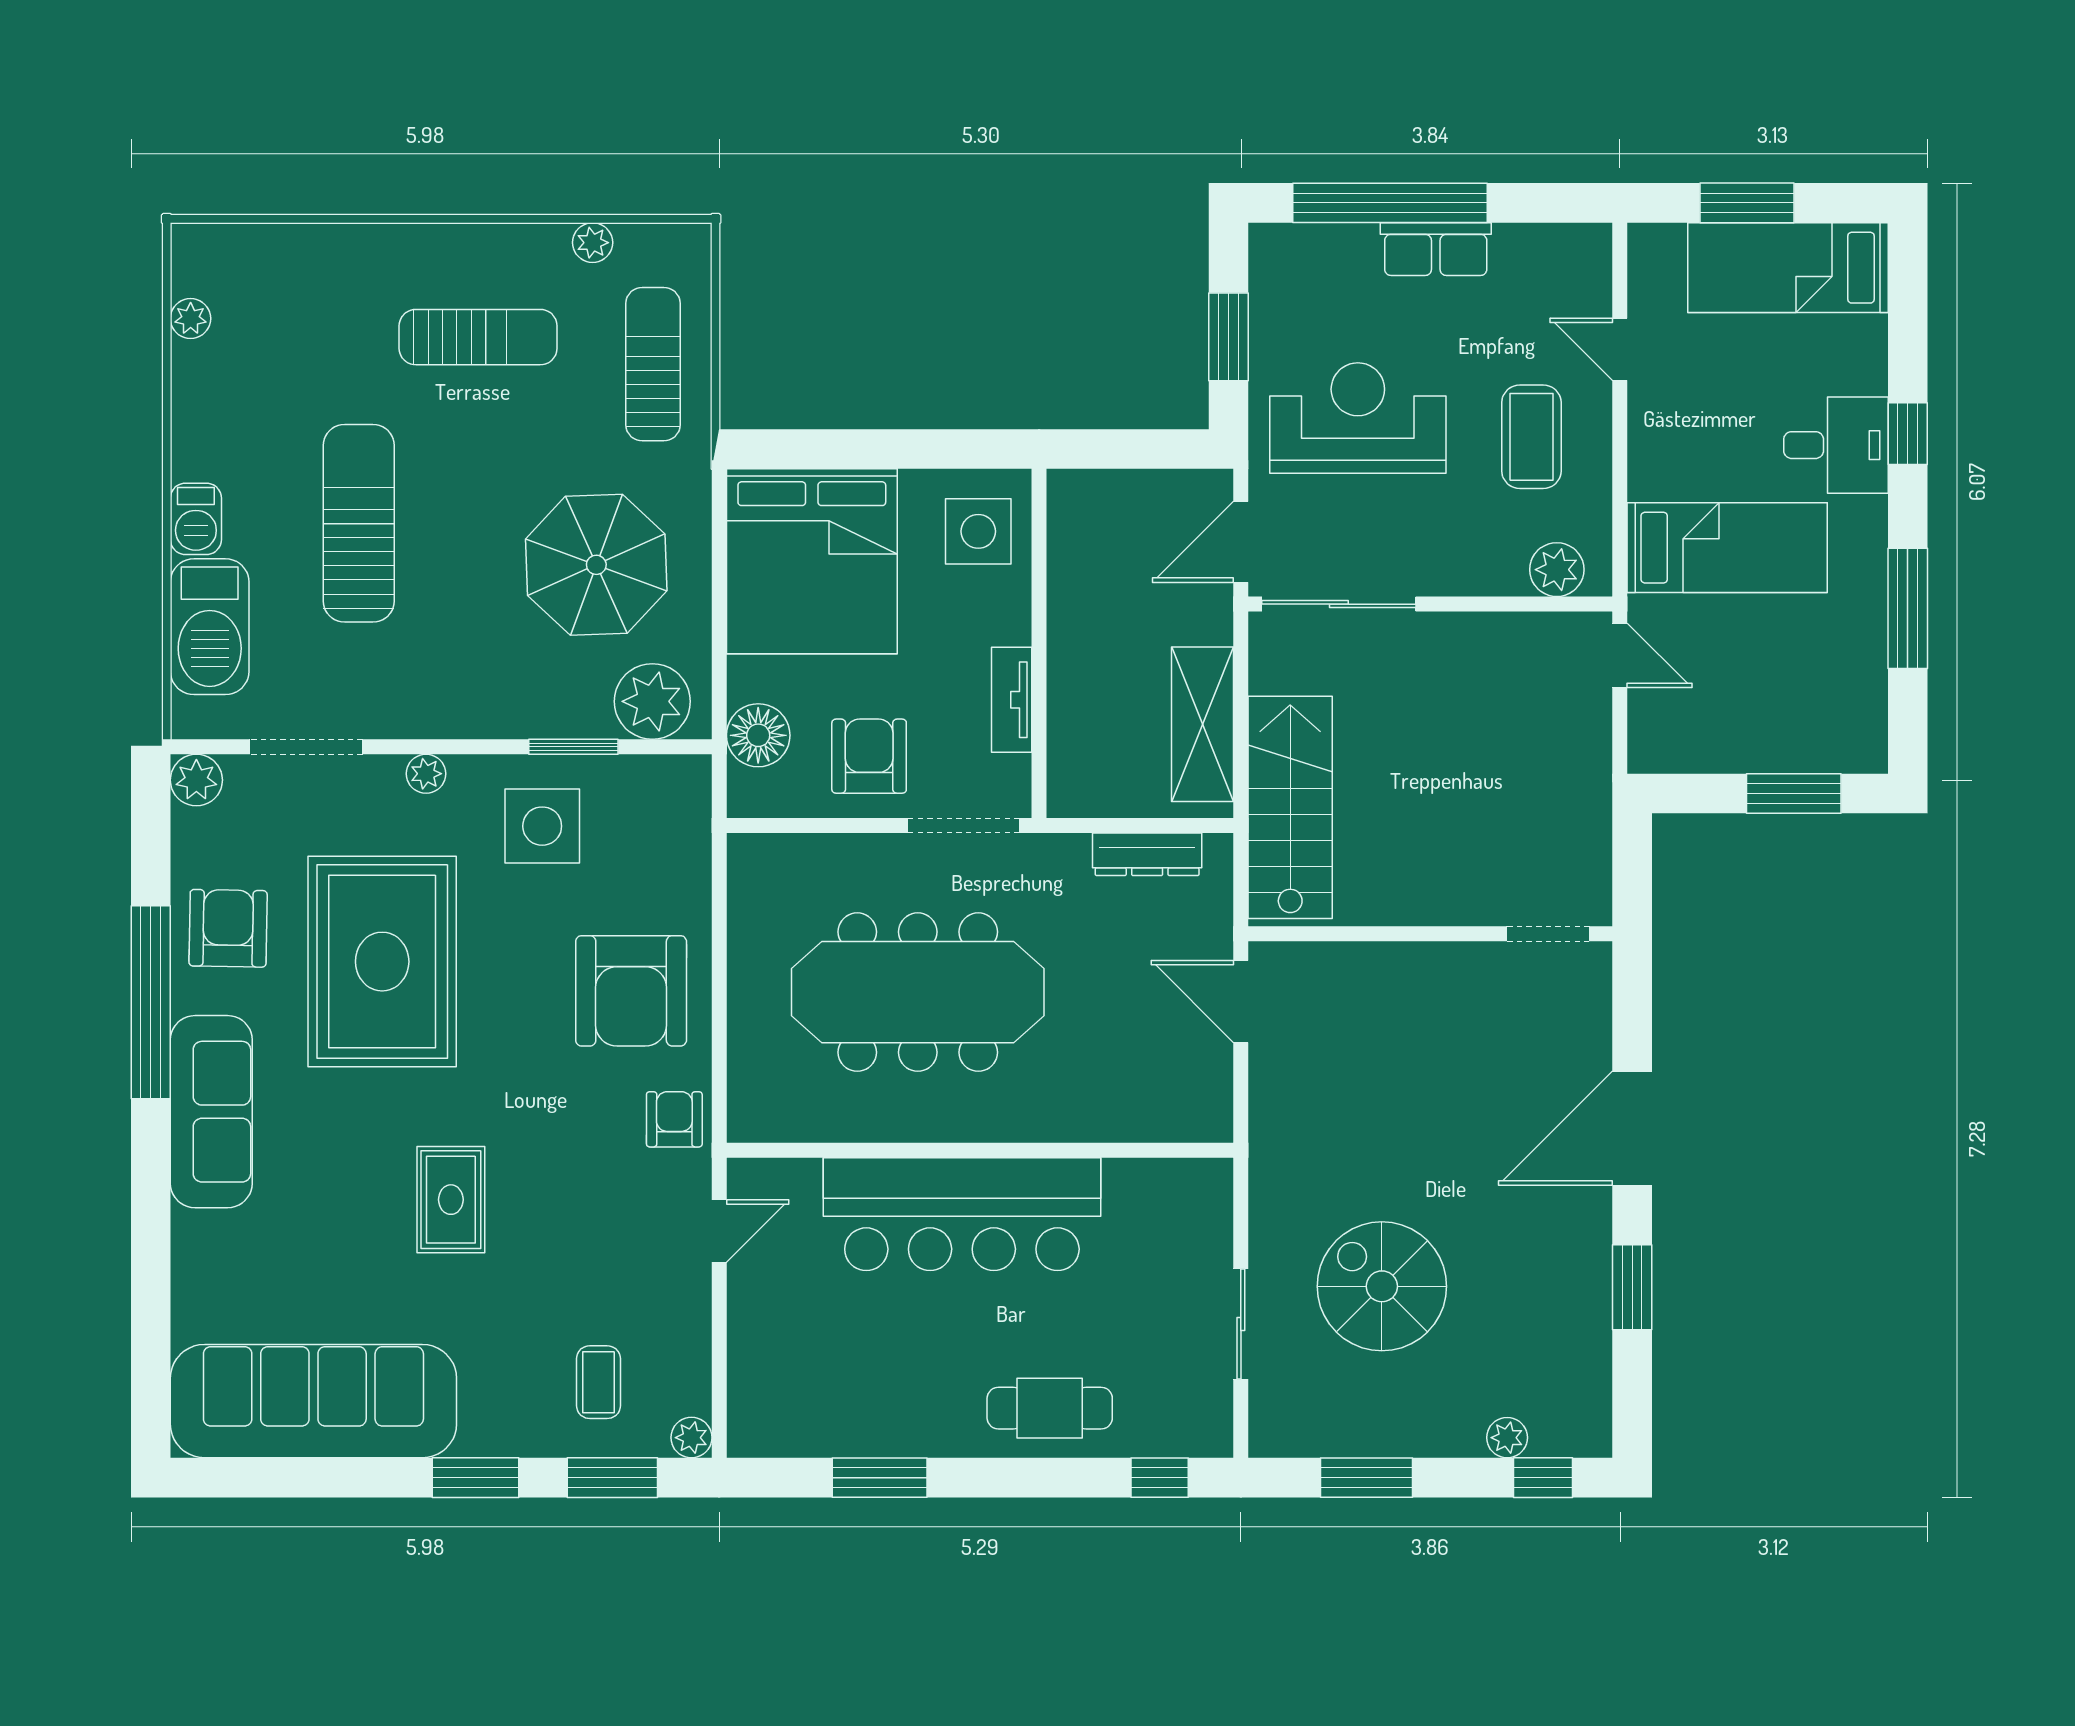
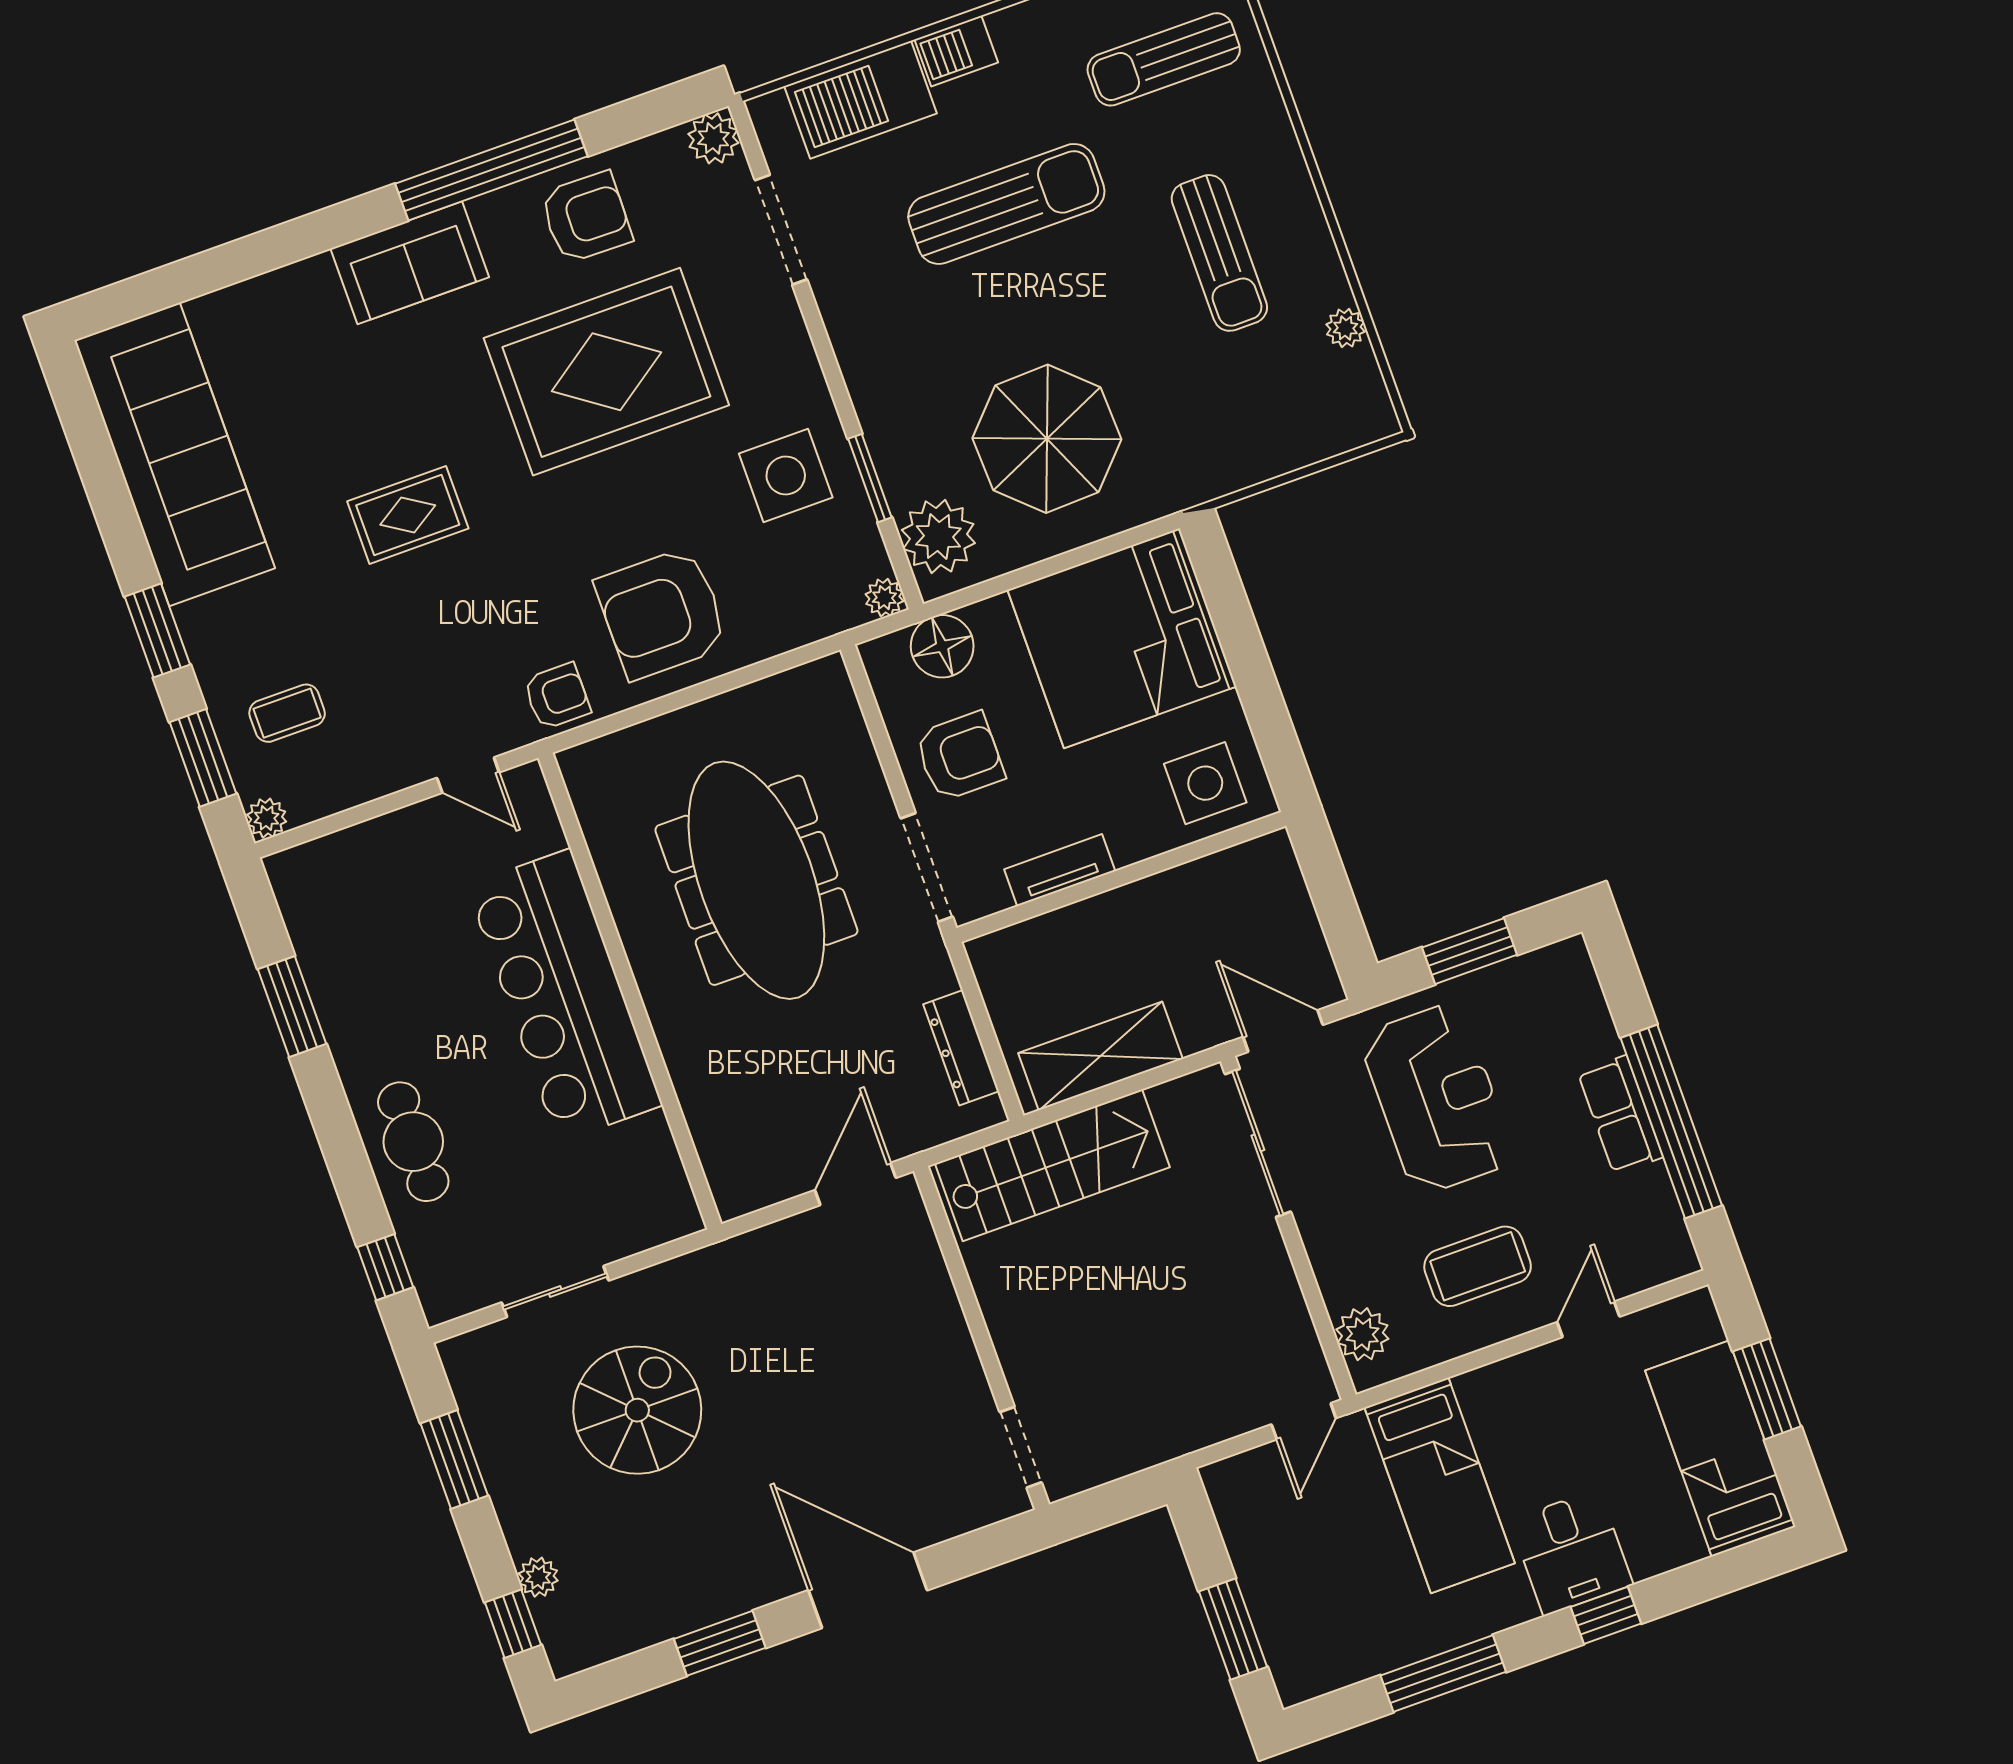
window: (1390, 203) -> (1671, 1122), moved
sun lounger: (653, 364) -> (1164, 59), moved, turned 180
plant: (426, 774) -> (884, 598), moved
sofa: (211, 1112) -> (410, 263), width x0.73

